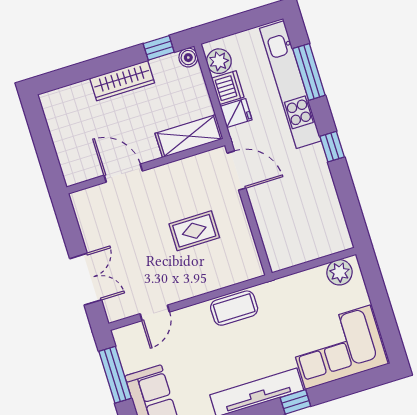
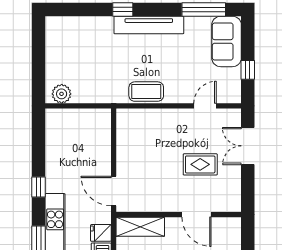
rug: (194, 231) -> (200, 164), moved
corner sofa: (338, 347) -> (80, 40), removed
window: (115, 375) -> (248, 70), width x0.46

